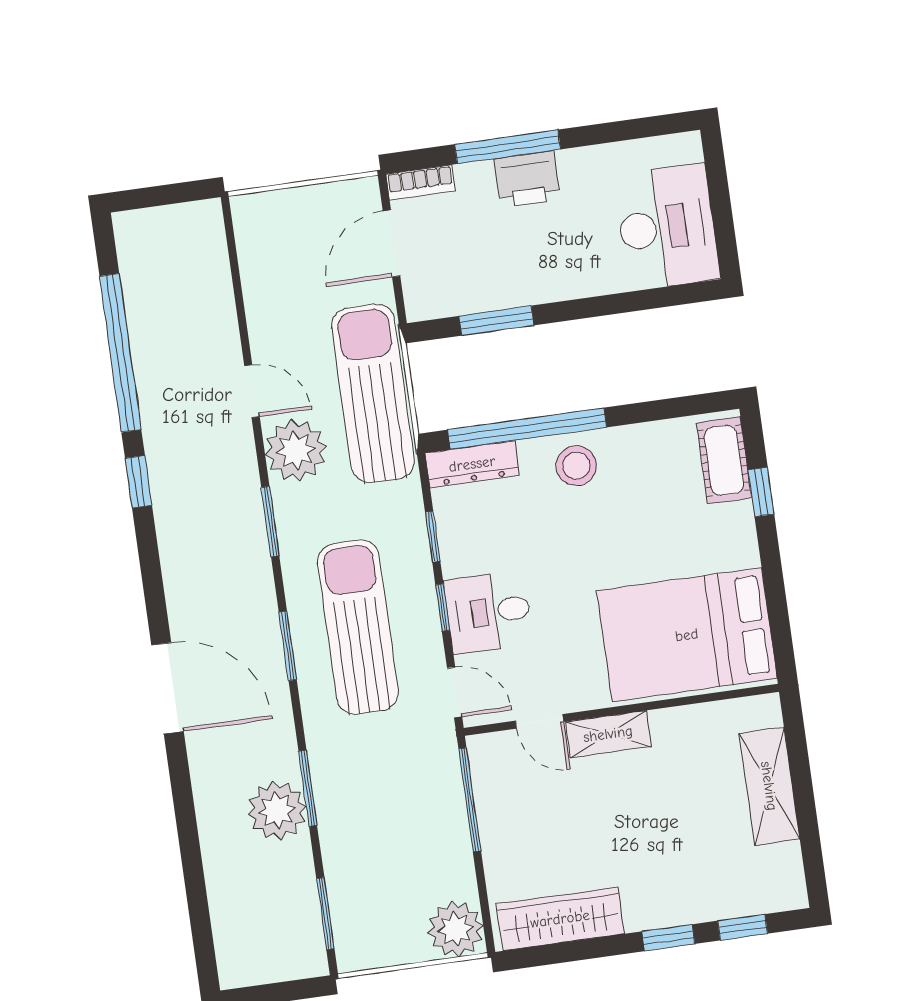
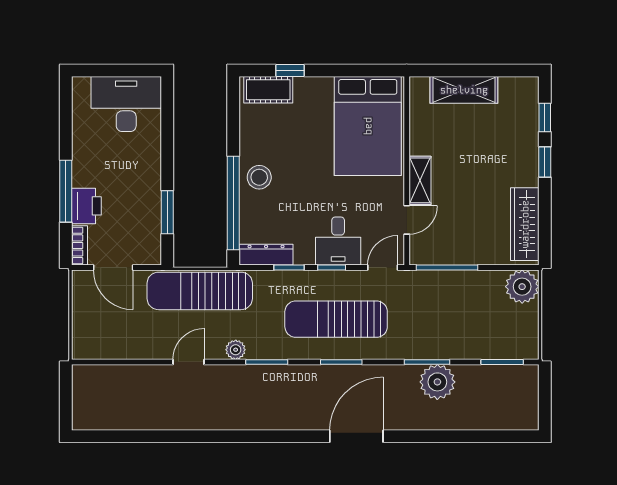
printer: (527, 179) -> (86, 206), moved
window: (120, 353) -> (155, 436), removed
plant: (296, 450) -> (236, 350), width x0.53, depth x0.53
dresser: (472, 464) -> (266, 255), moved, turned -90
window: (138, 482) -> (232, 436), removed

